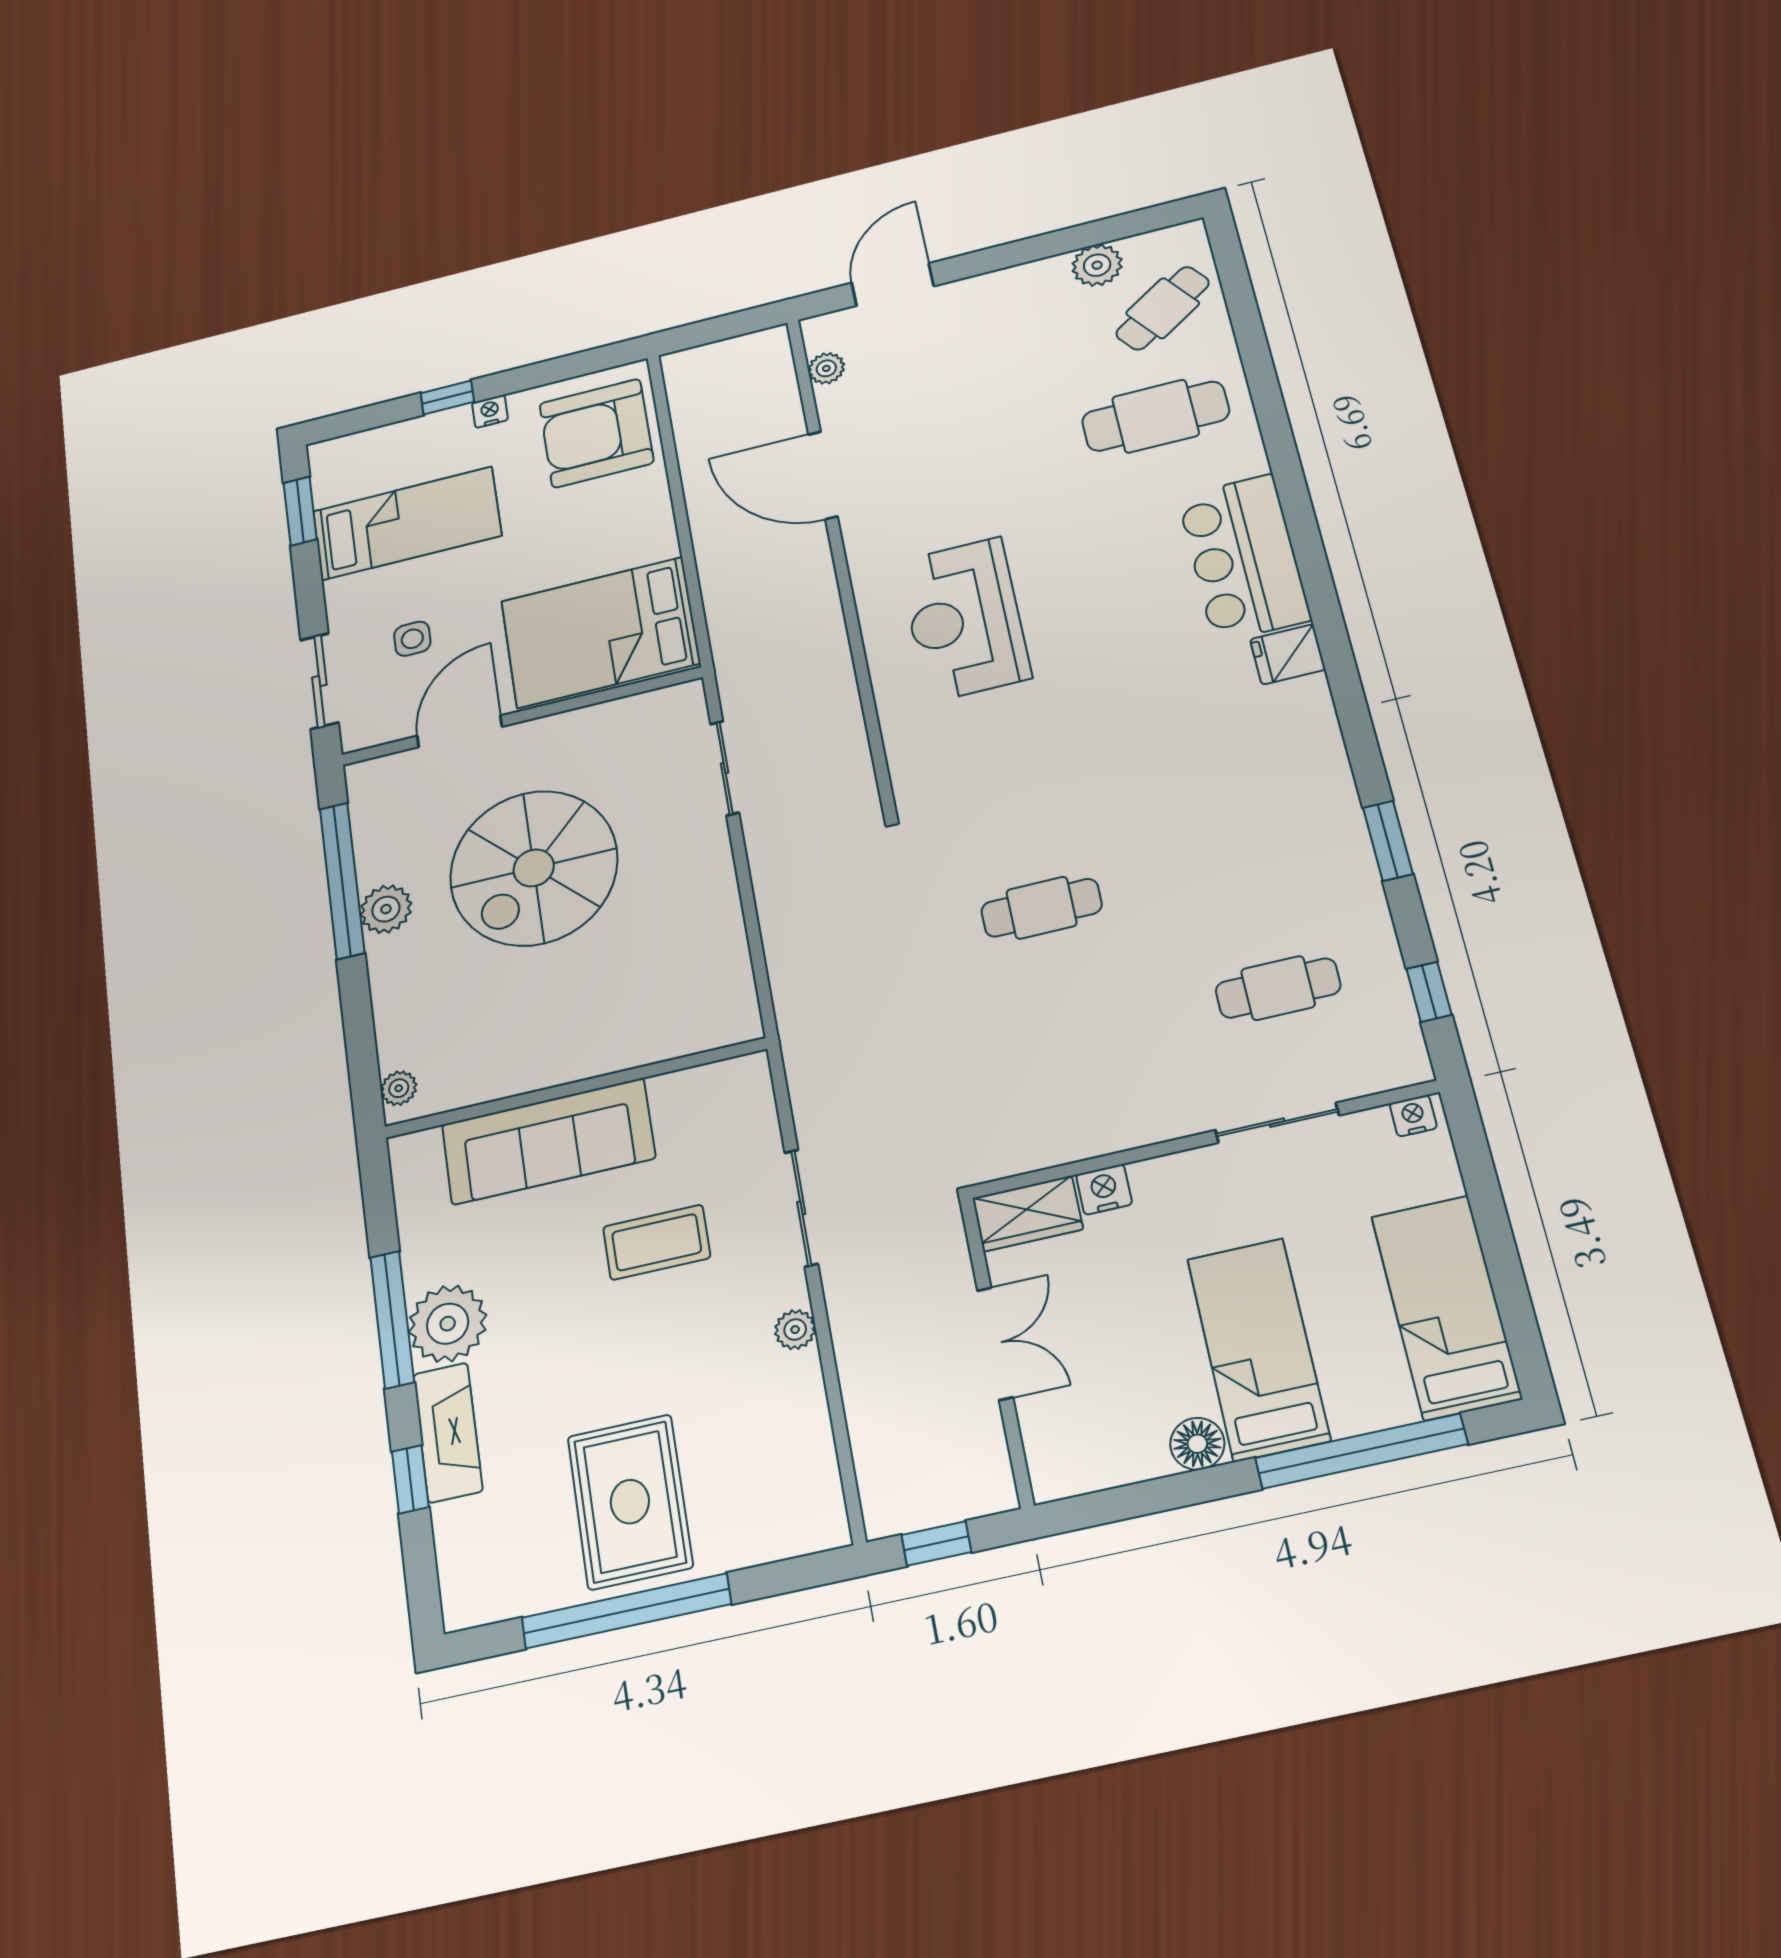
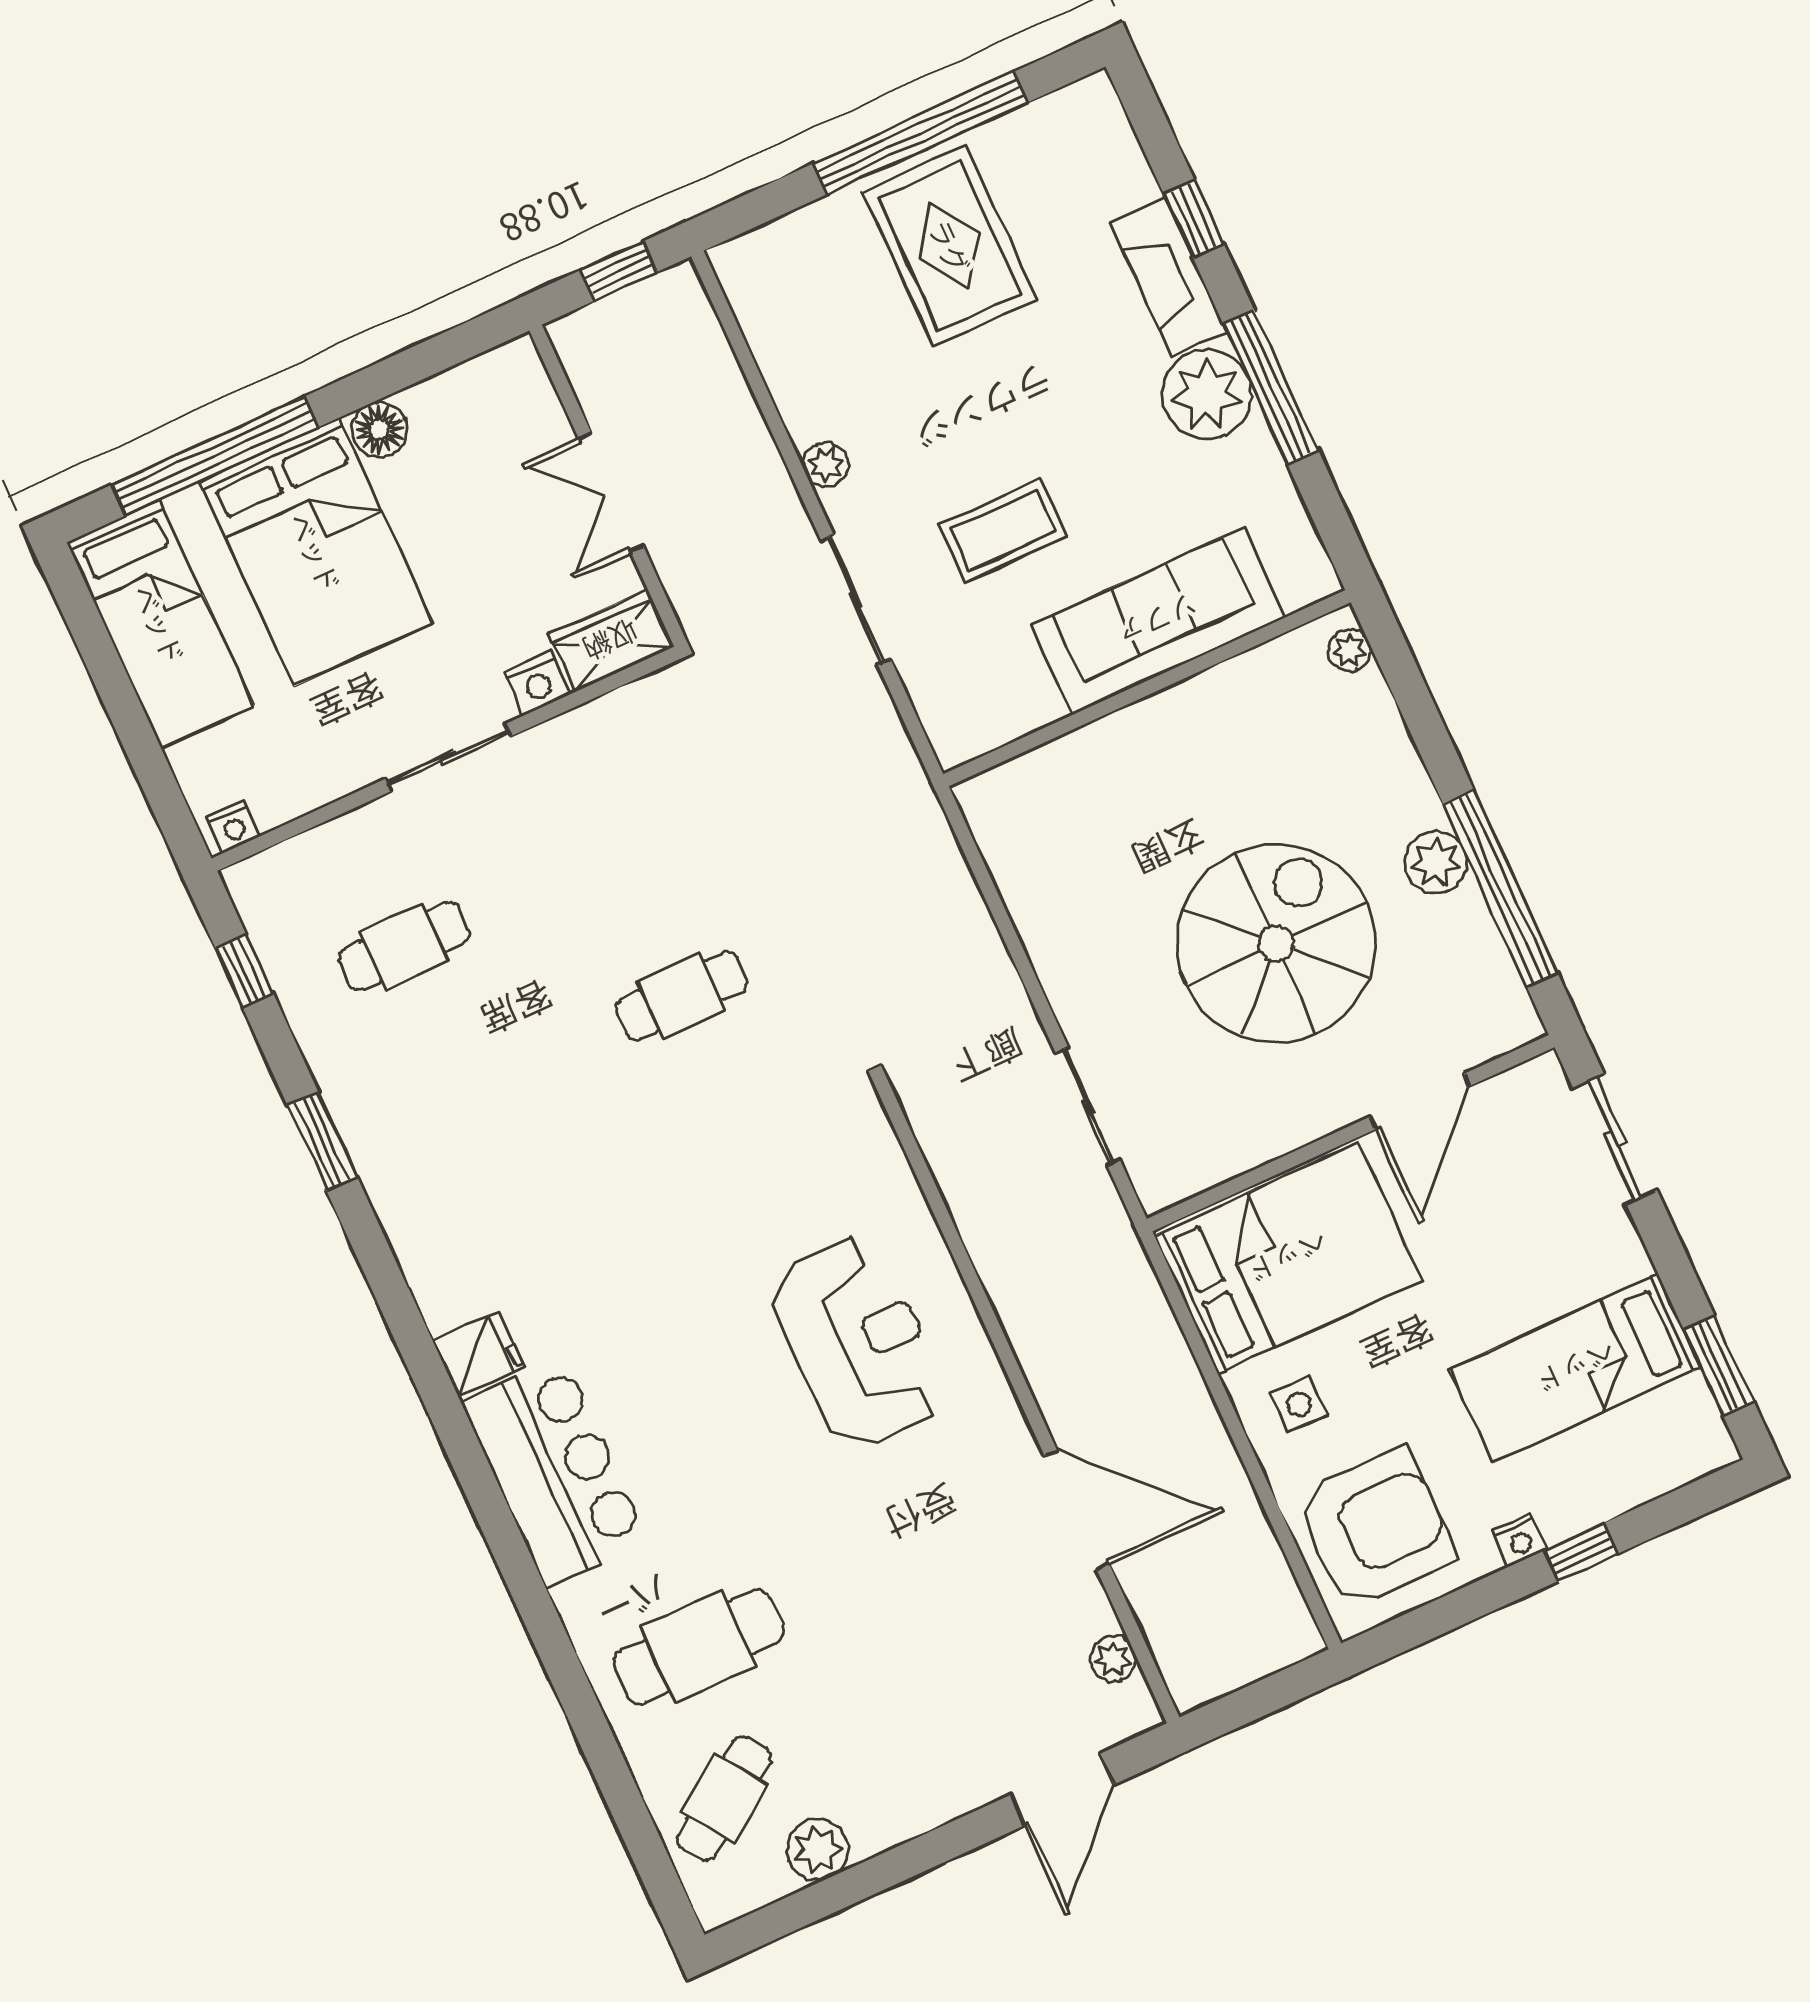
side table: (412, 639) -> (1299, 1404), moved
sliding door: (1277, 1123) -> (448, 758), moved
bed: (1258, 1349) -> (316, 552), width x1.50

